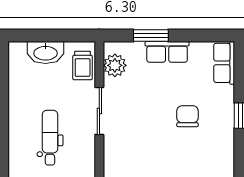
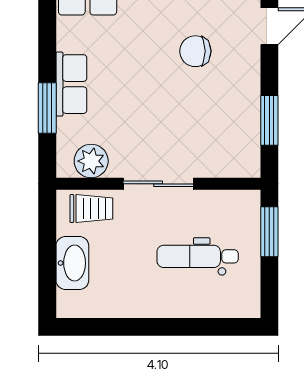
chair: (187, 116) -> (195, 51), moved

